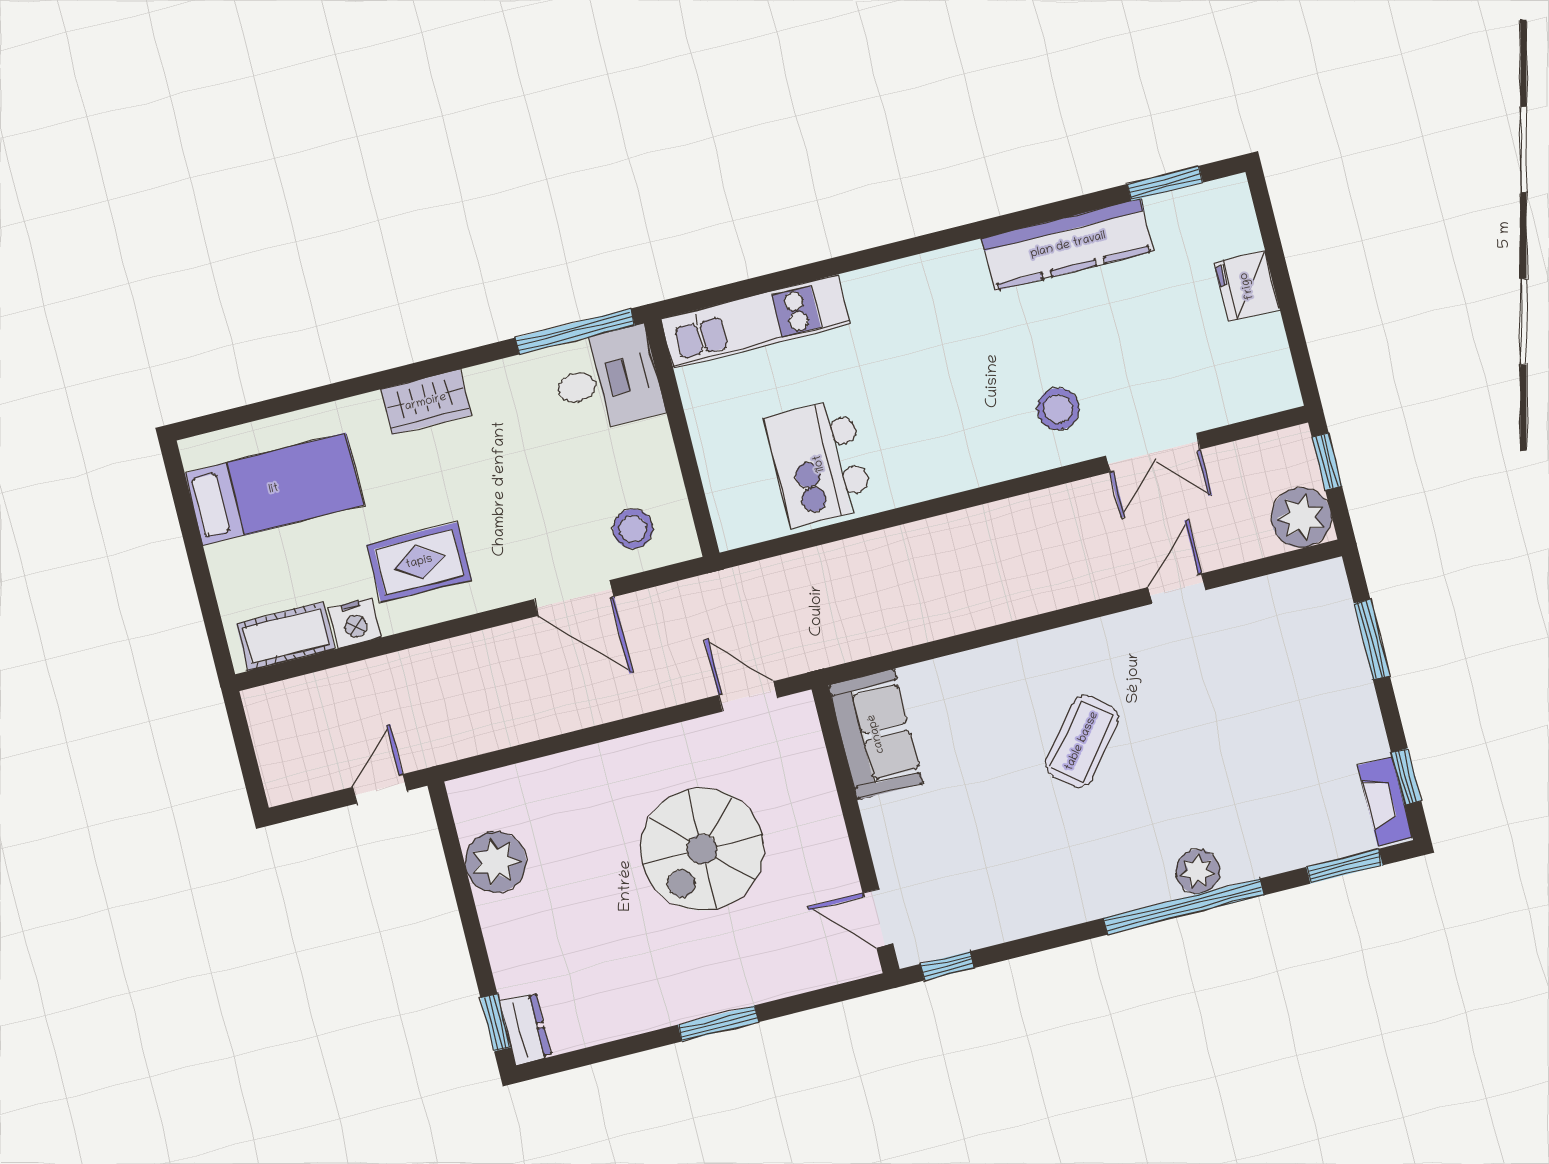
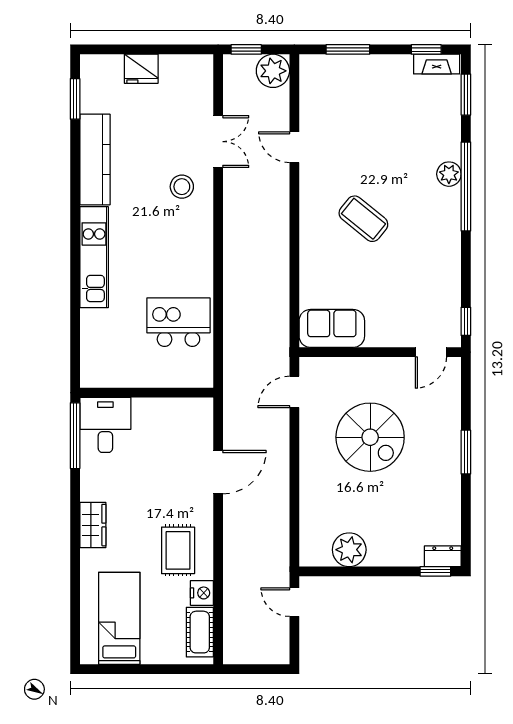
kitchen unit: (755, 321) -> (94, 257), moved
kitchen island: (819, 463) -> (178, 322), turned 180
stool: (633, 529) -> (189, 431), removed

